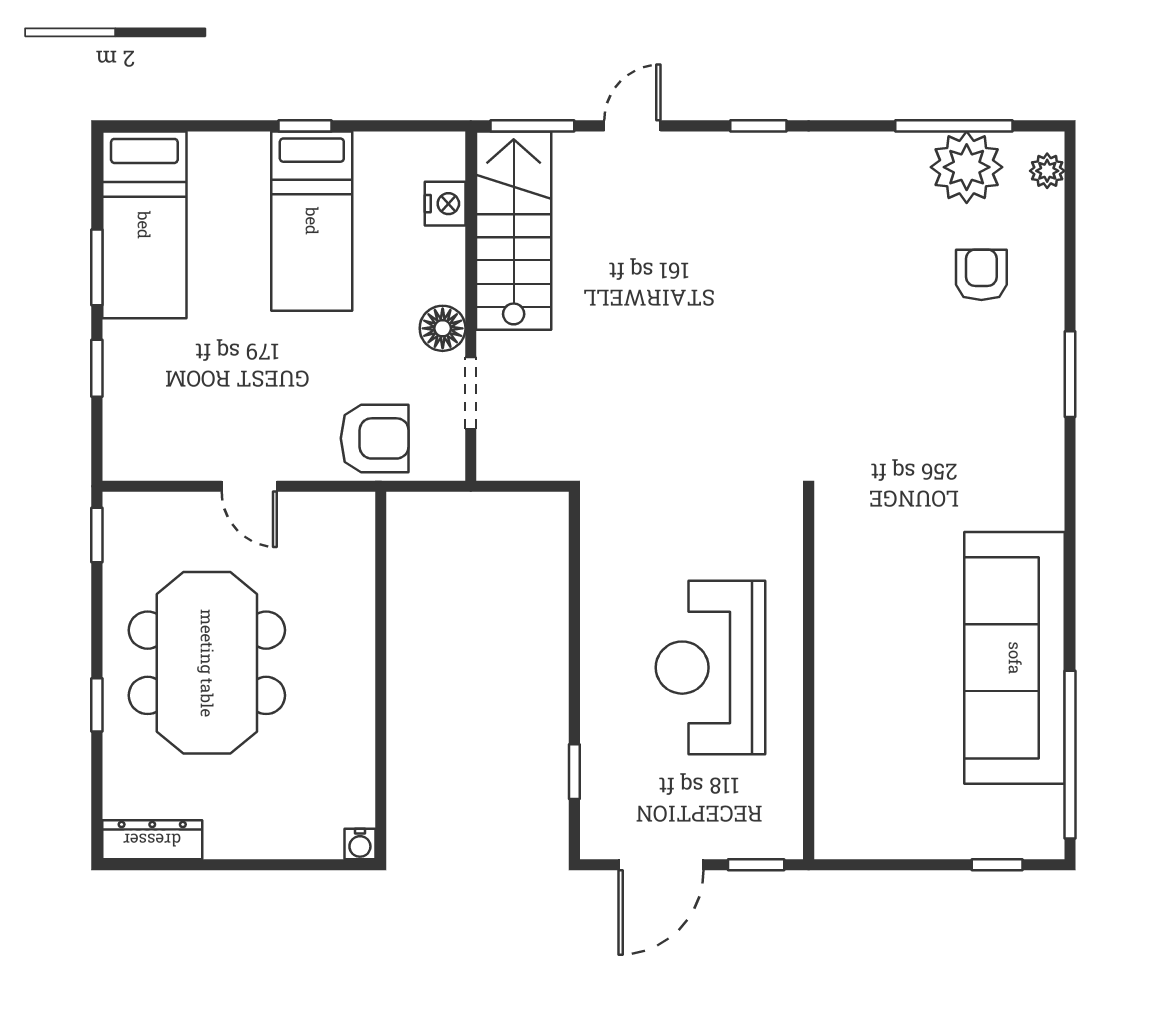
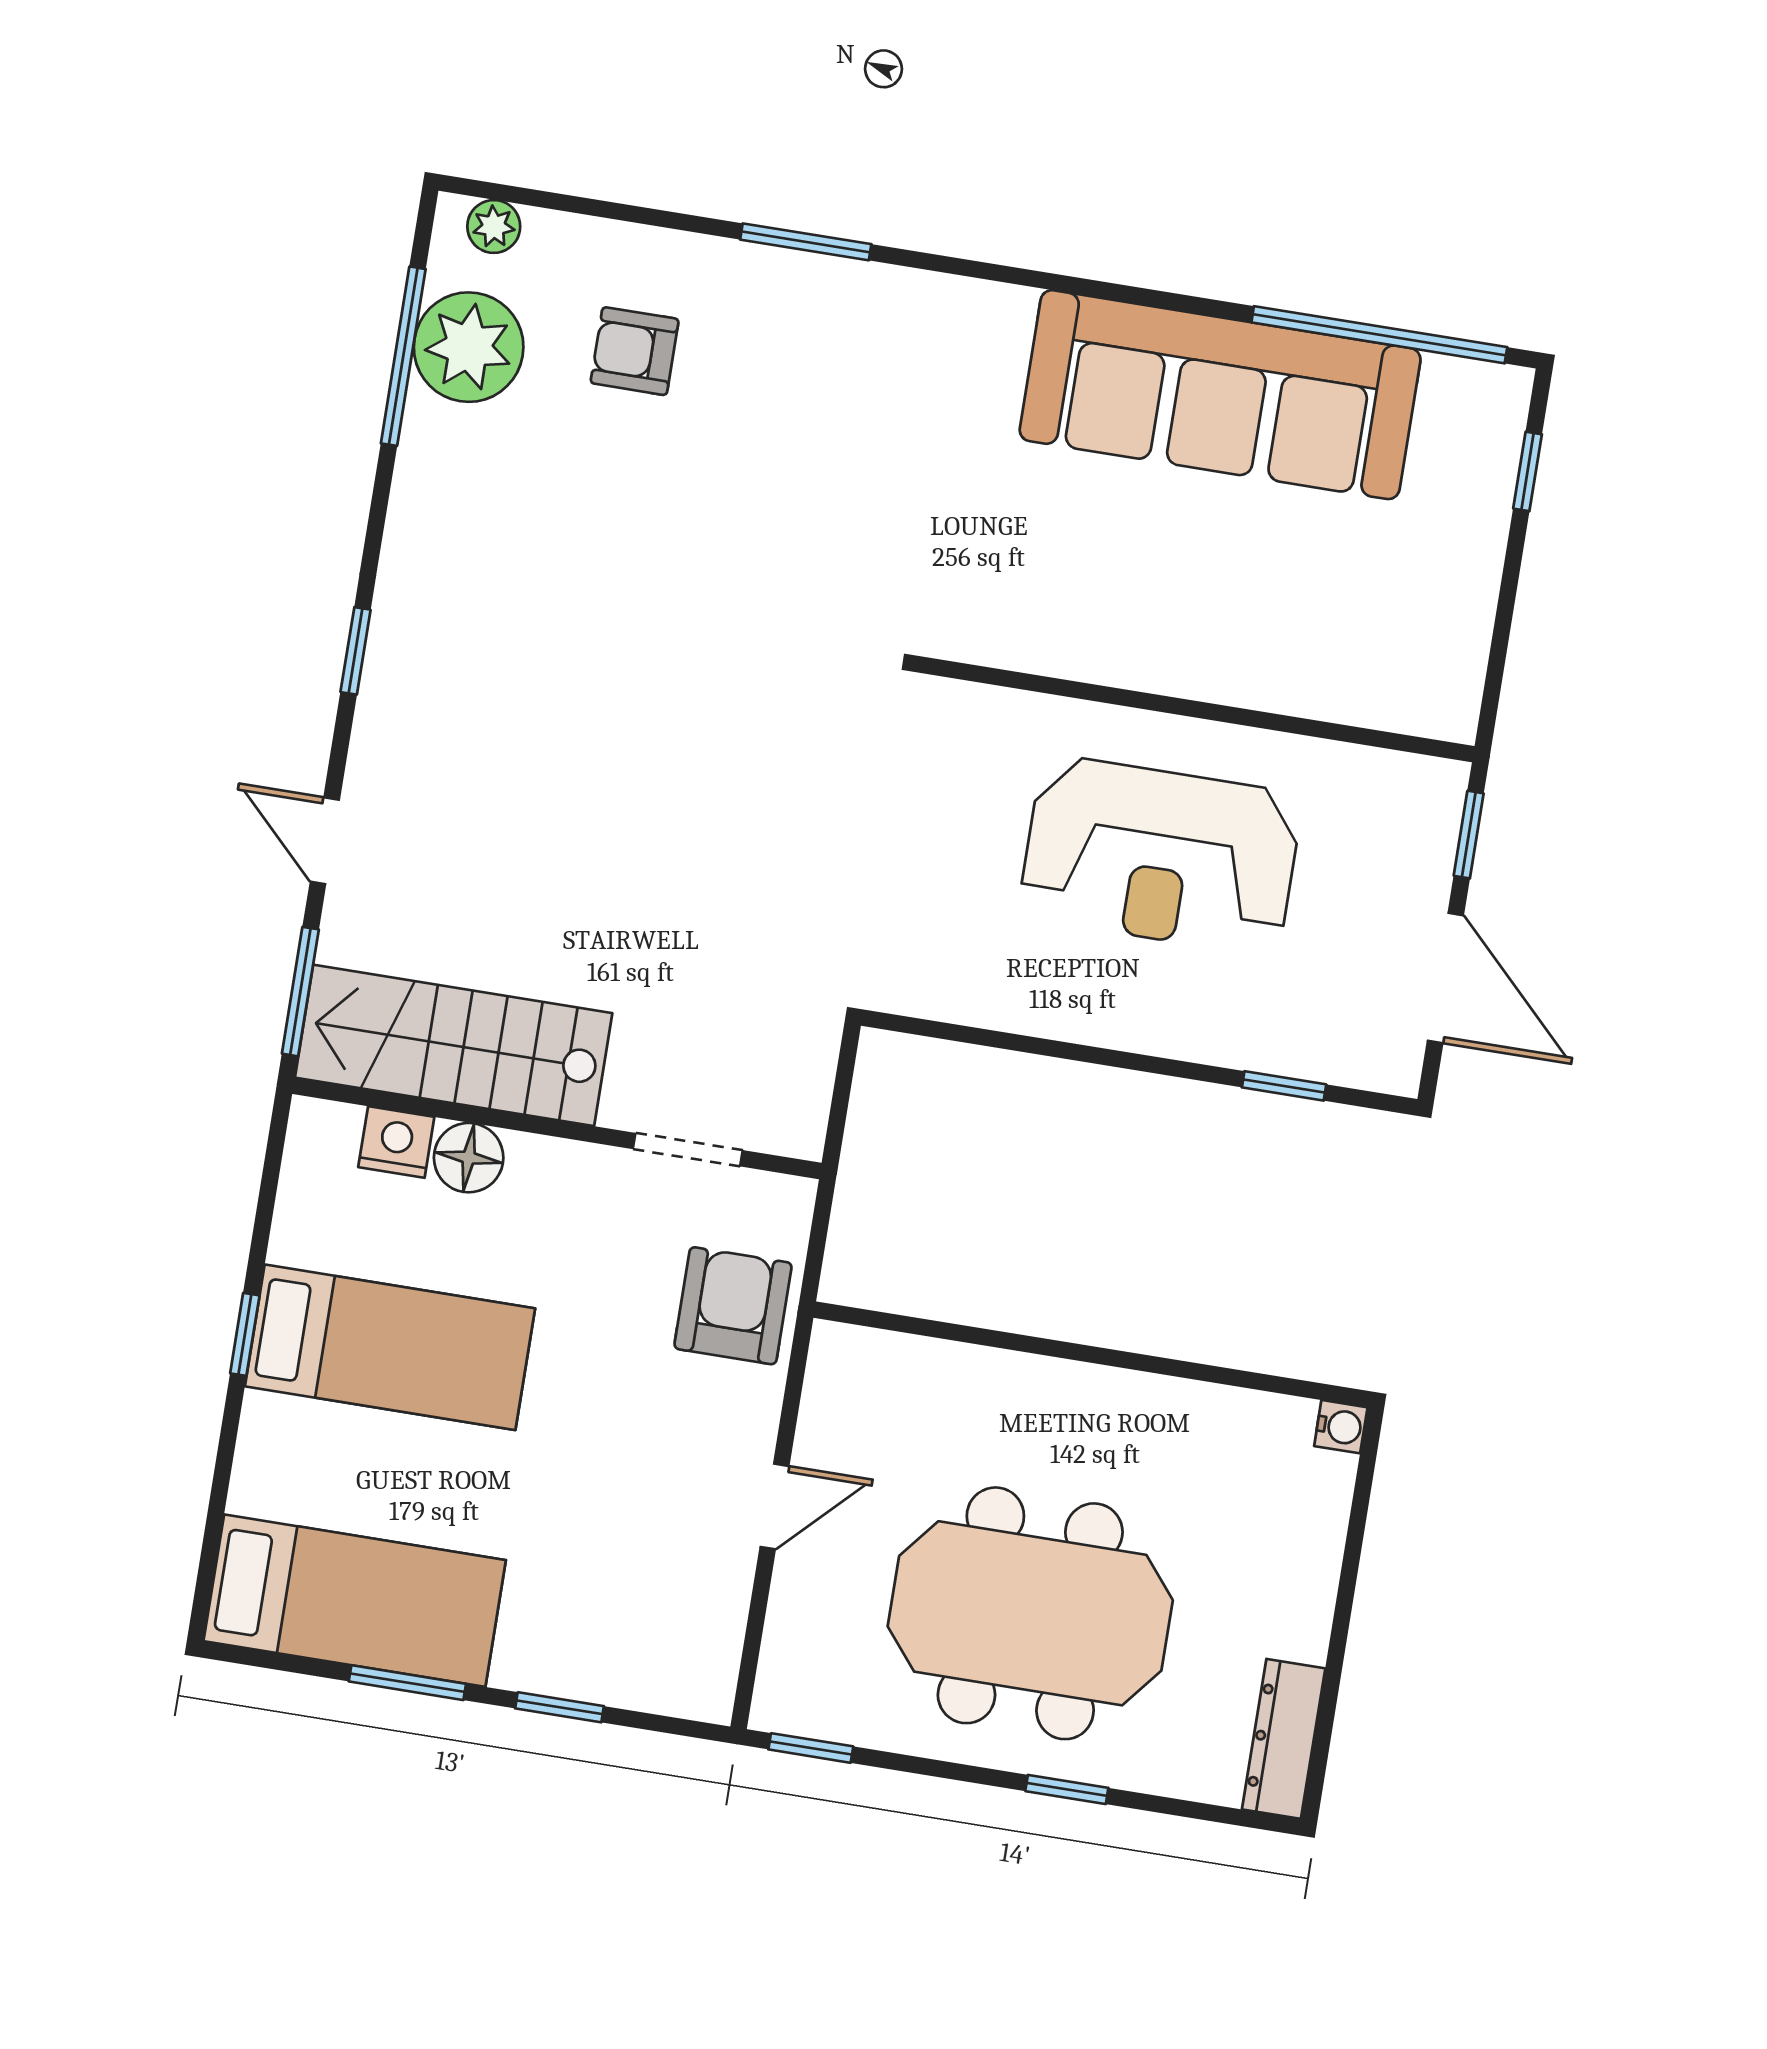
floor lamp: (443, 328) -> (469, 1158), moved

